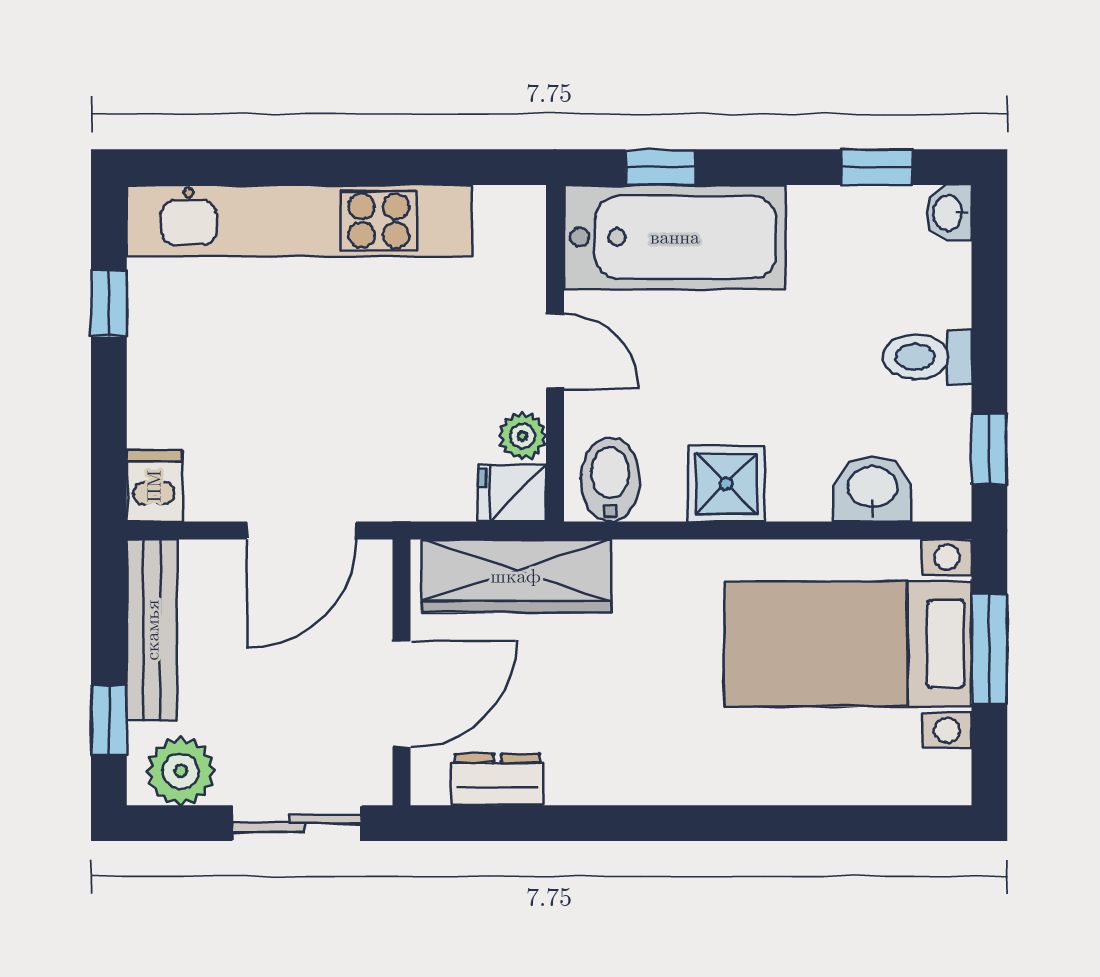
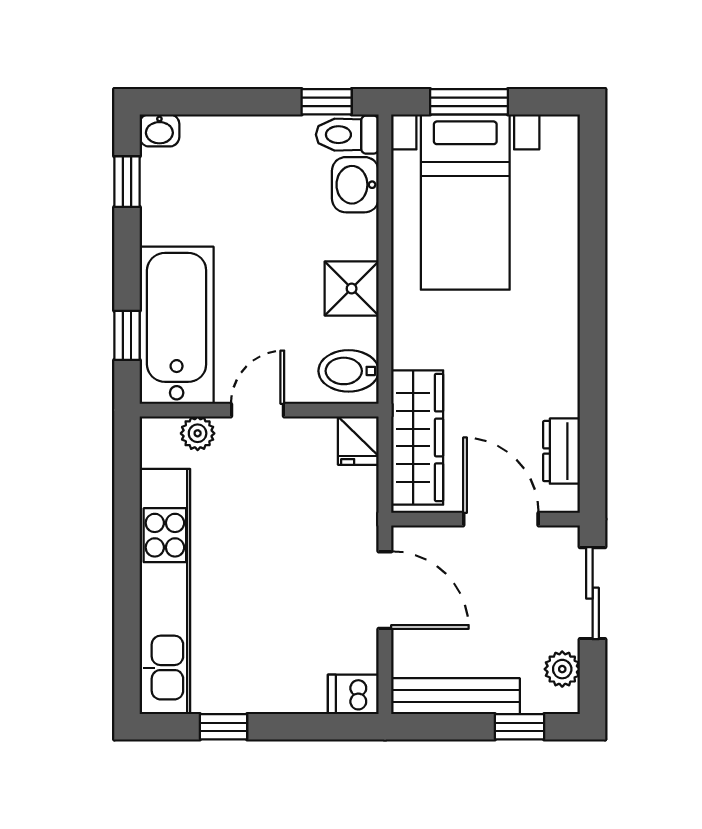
toilet: (927, 357) -> (347, 135), moved, turned 90
plant: (522, 436) -> (198, 433), moved
plant: (181, 771) -> (562, 669), width x0.73, depth x0.73

